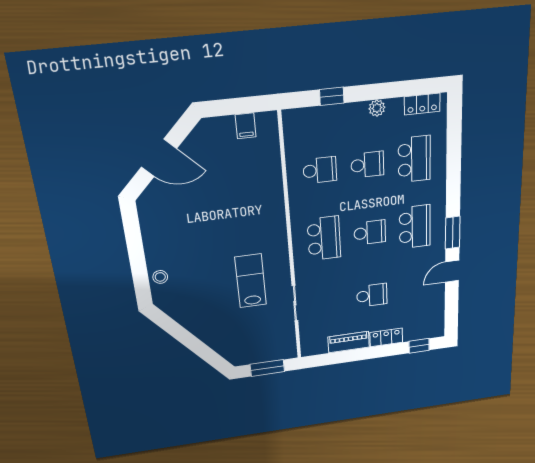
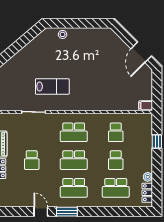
plant: (377, 108) -> (148, 177), moved
filing cabinet: (246, 126) -> (146, 106), moved
door: (159, 158) -> (141, 52), moved
school desk: (370, 233) -> (74, 160), width x1.85

